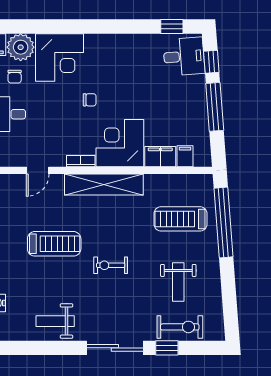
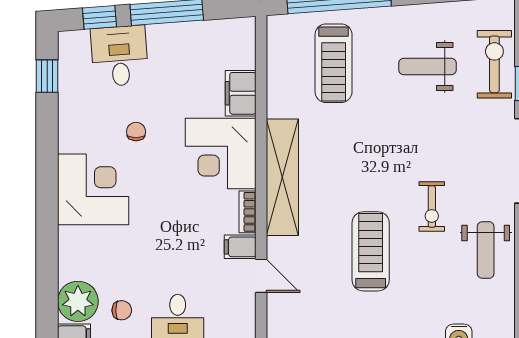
desk: (184, 56) -> (120, 56), moved
corner desk: (59, 57) -> (93, 189), moved
chair: (90, 100) -> (136, 132), moved
filing cabinet: (185, 156) -> (240, 247), moved
exercise bike: (111, 265) -> (432, 207), moved
weight bench: (178, 282) -> (428, 66), turned 180

